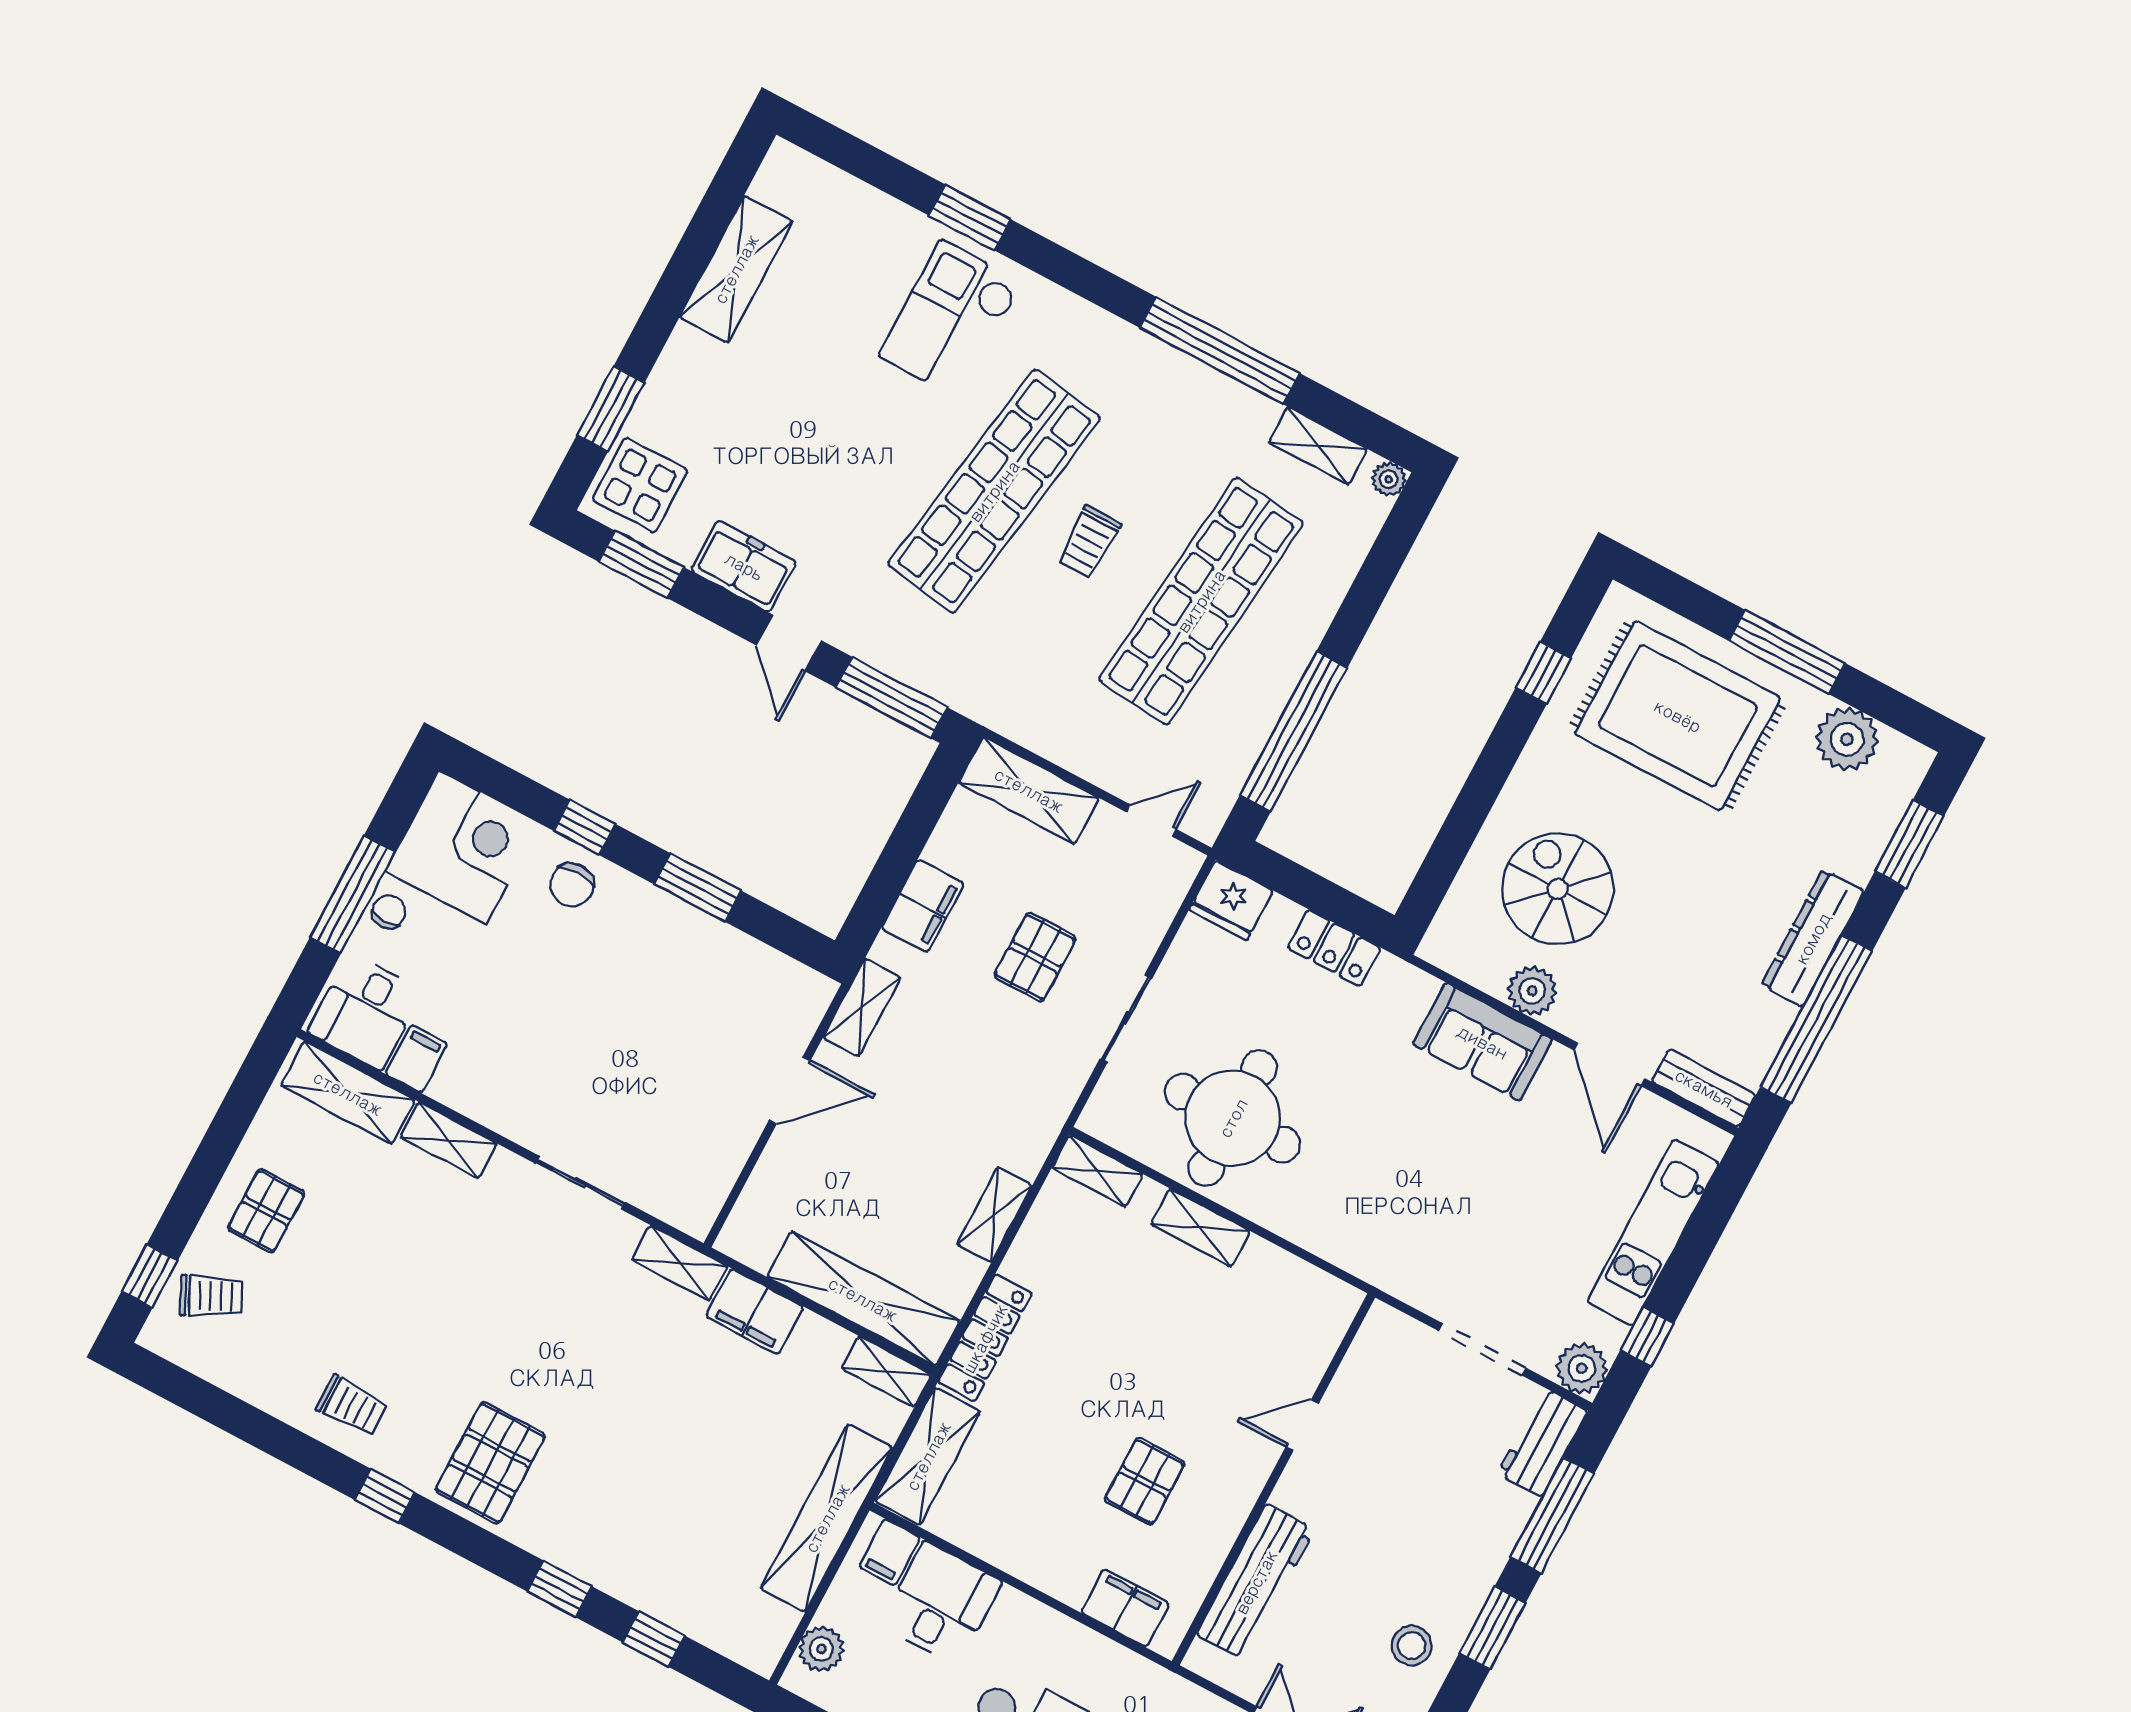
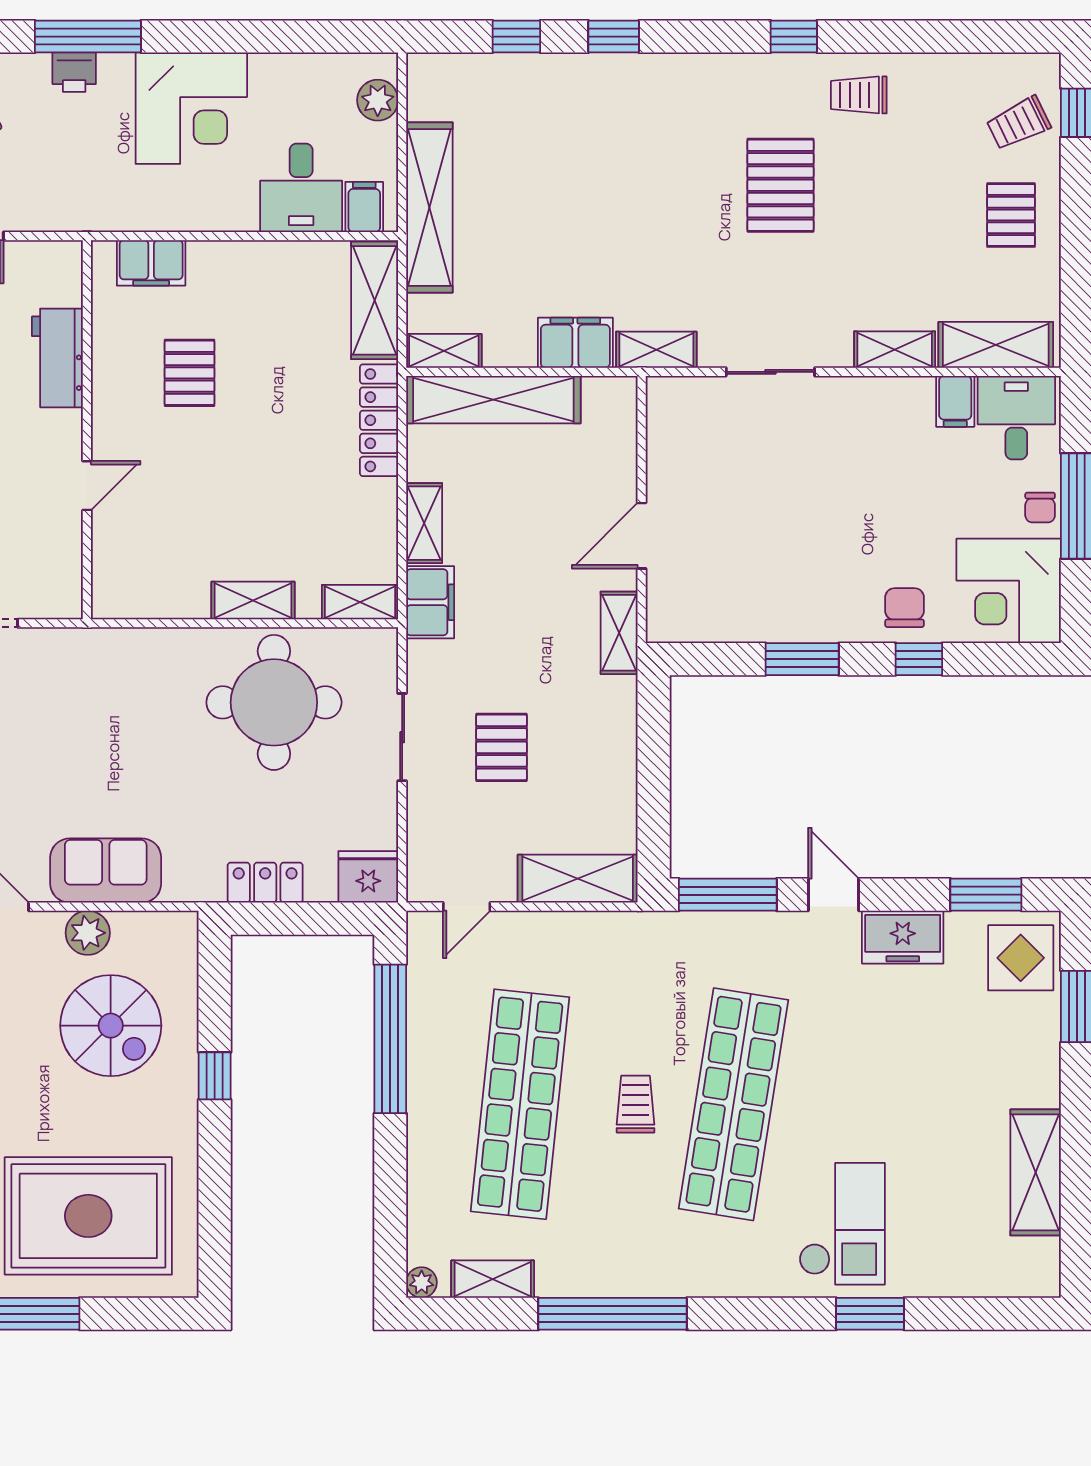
window: (1543, 673) -> (215, 1076), moved
filing cabinet: (923, 906) -> (430, 602), moved, turned 180
pallet: (490, 1463) -> (780, 185), moved
workbench: (1256, 1582) -> (57, 358), width x0.73

